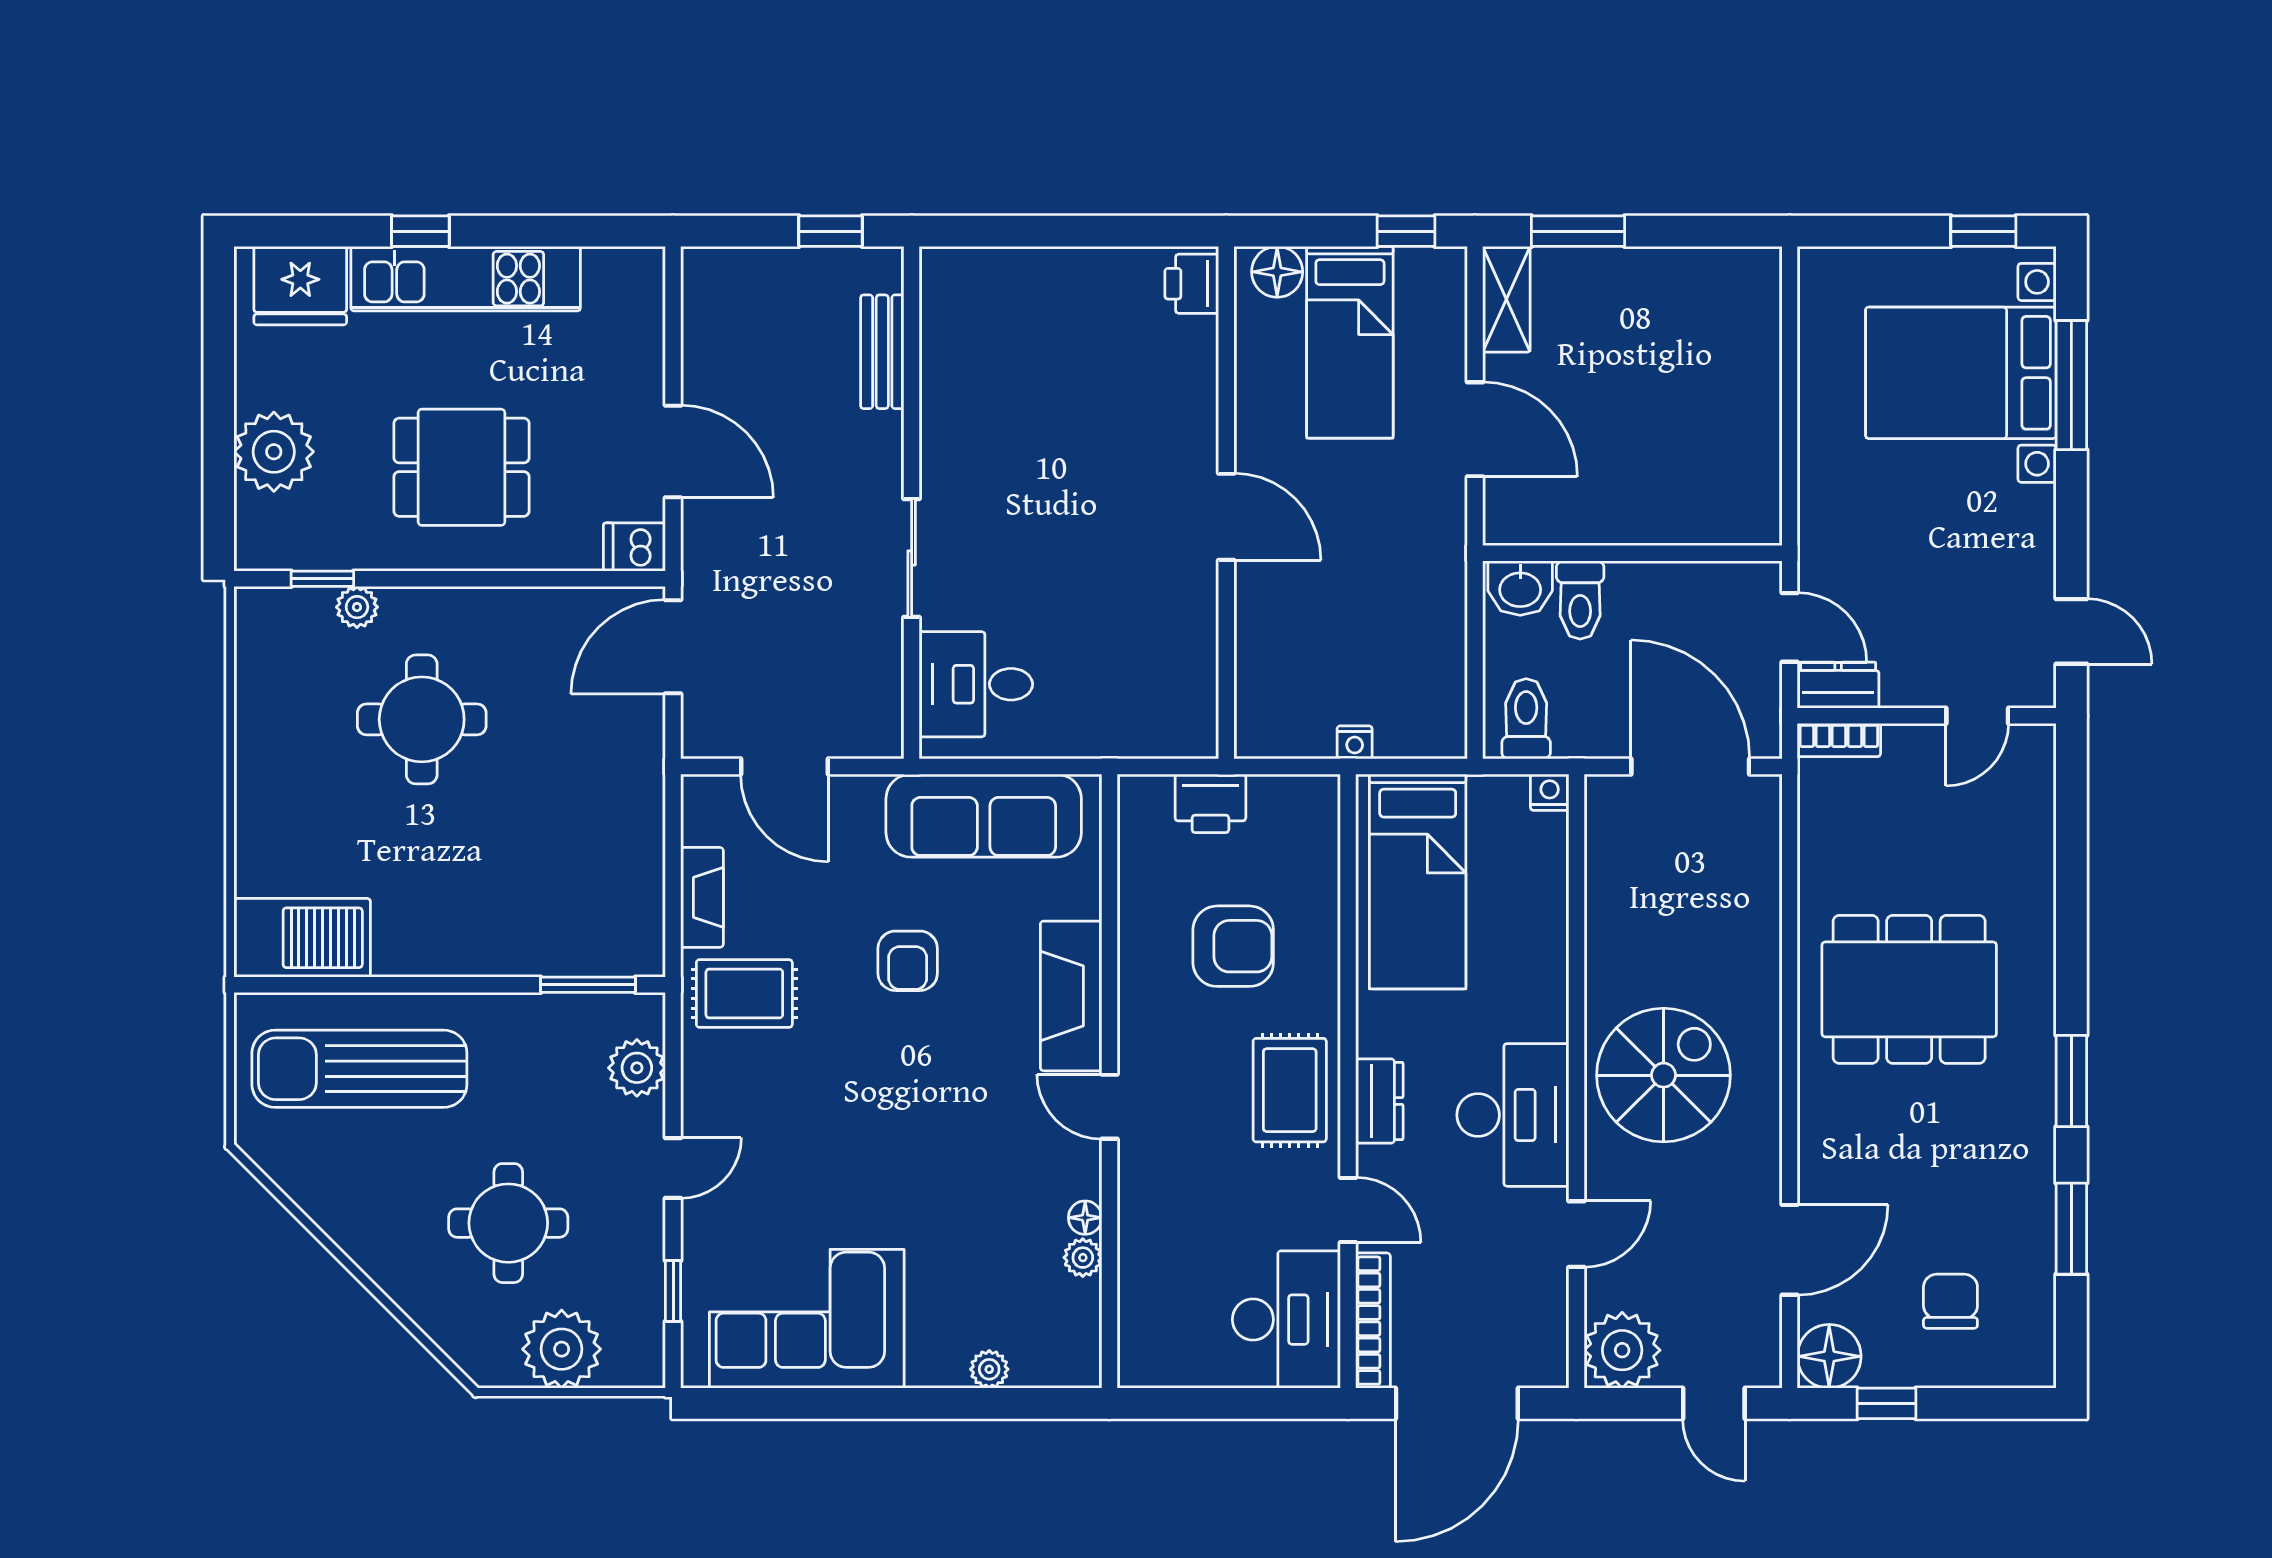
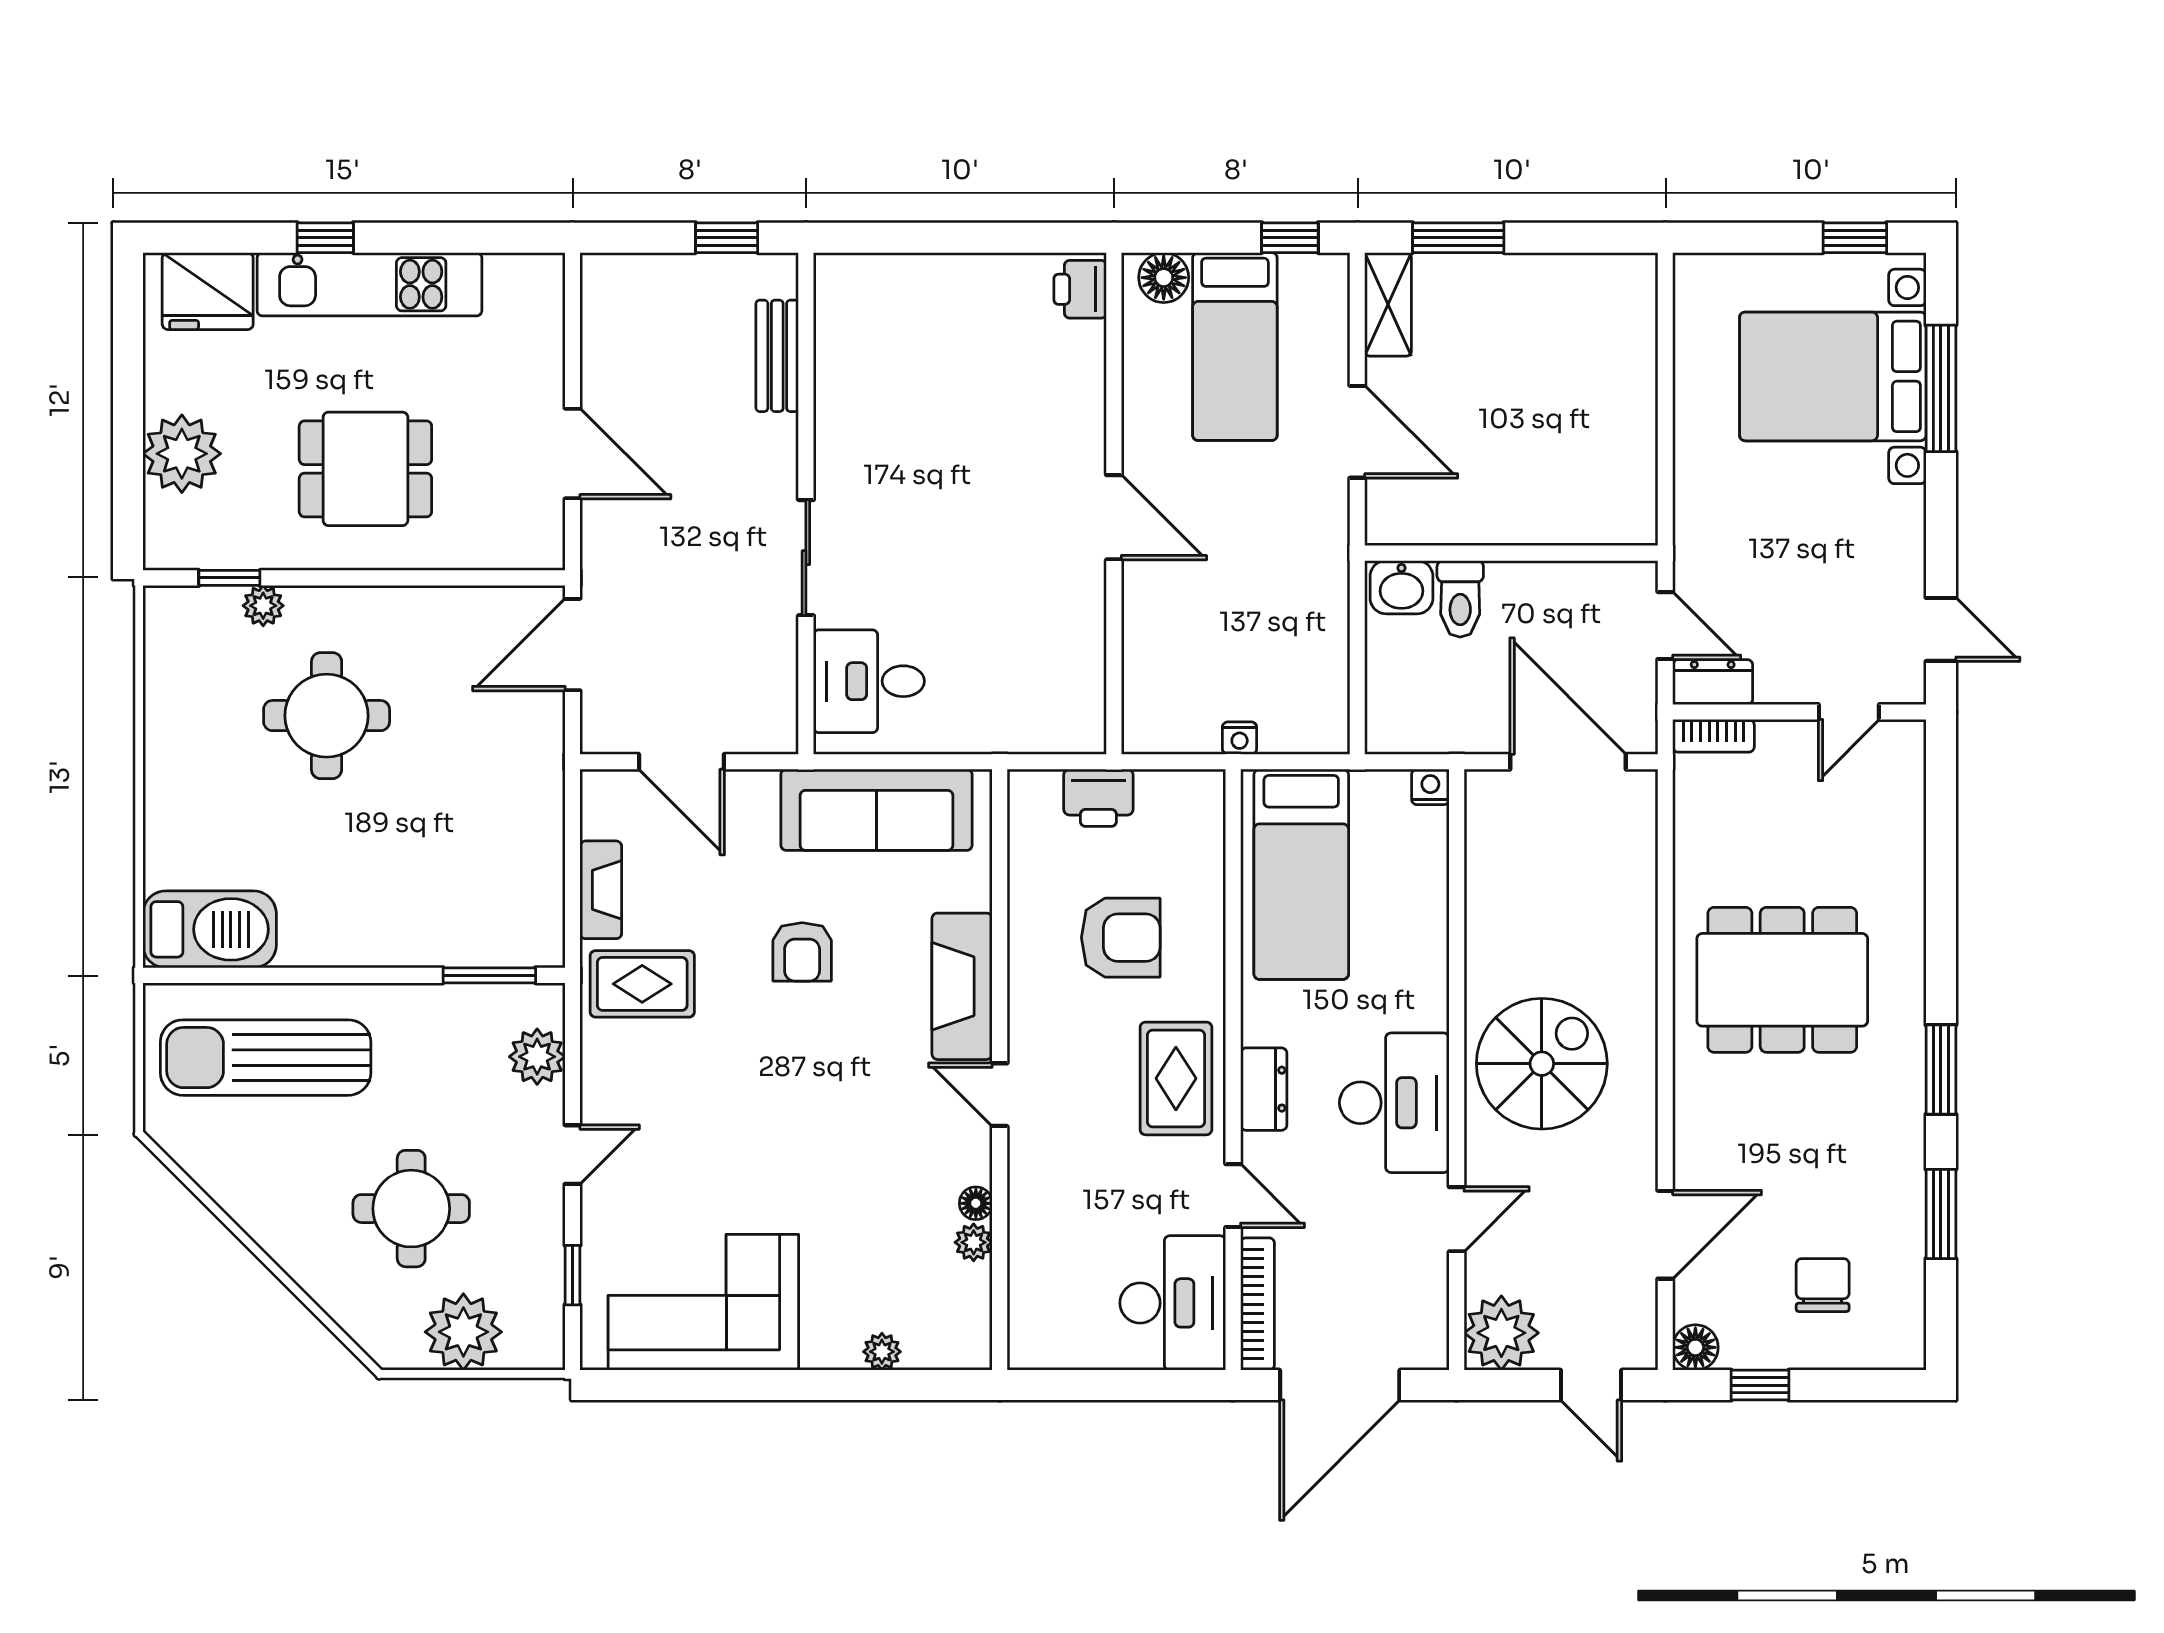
dishwasher: (634, 547) -> (535, 547), removed
toilet: (1526, 719) -> (1407, 715), removed
floor lamp: (1829, 1356) -> (1695, 1347), width x0.73, depth x0.73

